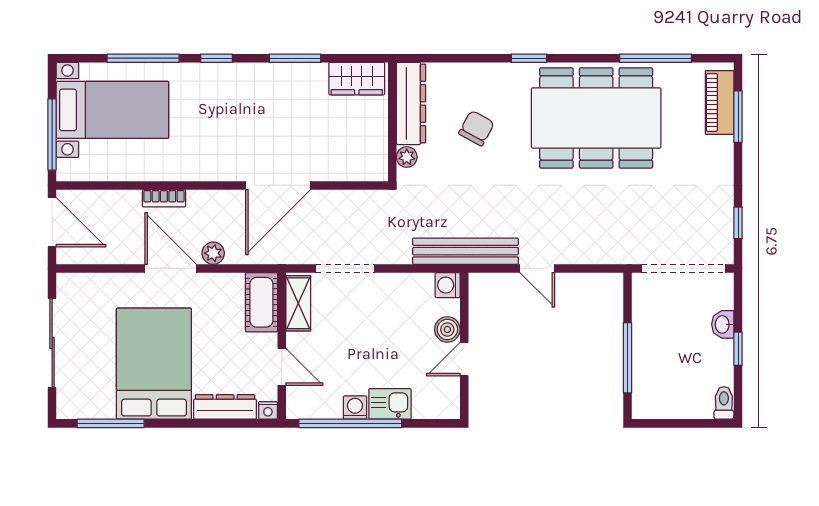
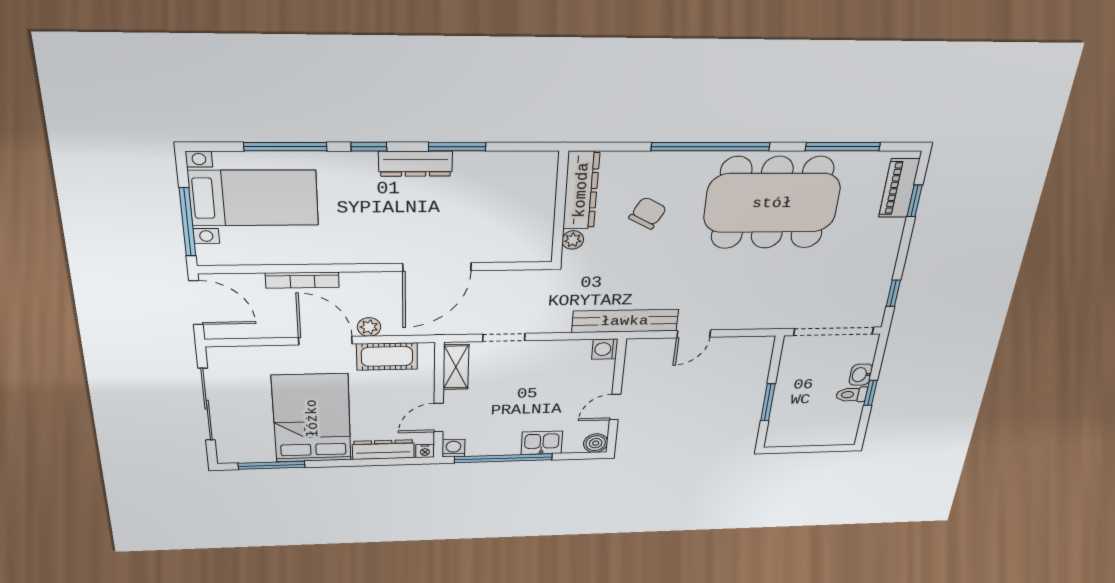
window: (529, 58) -> (711, 147), width x3.17
dresser: (258, 75) -> (416, 164), added
wardrobe: (357, 79) -> (524, 167), removed
window: (738, 117) -> (915, 201), width x0.67
bookcase: (164, 198) -> (302, 280), width x1.56
doorway: (345, 268) -> (504, 337), width x0.73
door: (537, 268) -> (694, 334), hinge flipped
cot: (261, 302) -> (387, 356), moved, turned 90
boiler: (447, 329) -> (596, 443), moved
window: (627, 358) -> (768, 402), width x0.69
door: (282, 367) -> (439, 418), swing flipped
toilet: (724, 403) -> (852, 395), moved, turned -90
washing machine: (355, 408) -> (453, 448), moved

